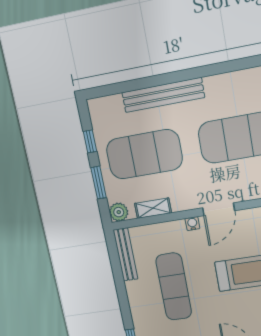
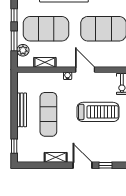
door: (219, 209) -> (85, 70), swing flipped
plant: (119, 212) -> (23, 50), moved
bench: (126, 255) -> (22, 110), moved

